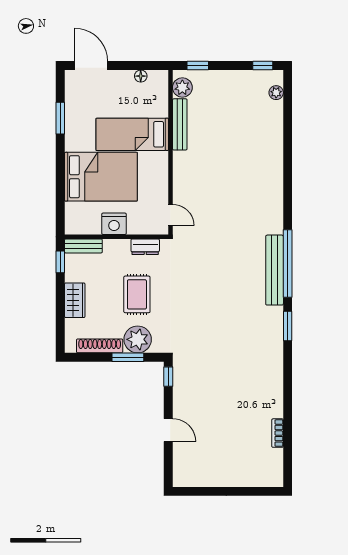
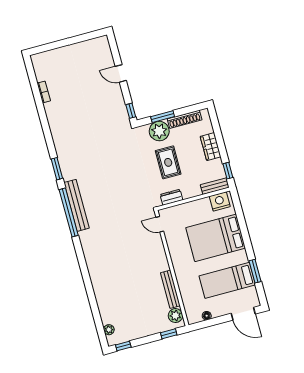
bed: (132, 134) -> (227, 280), moved, turned 180
nightstand: (114, 224) -> (220, 201), moved

